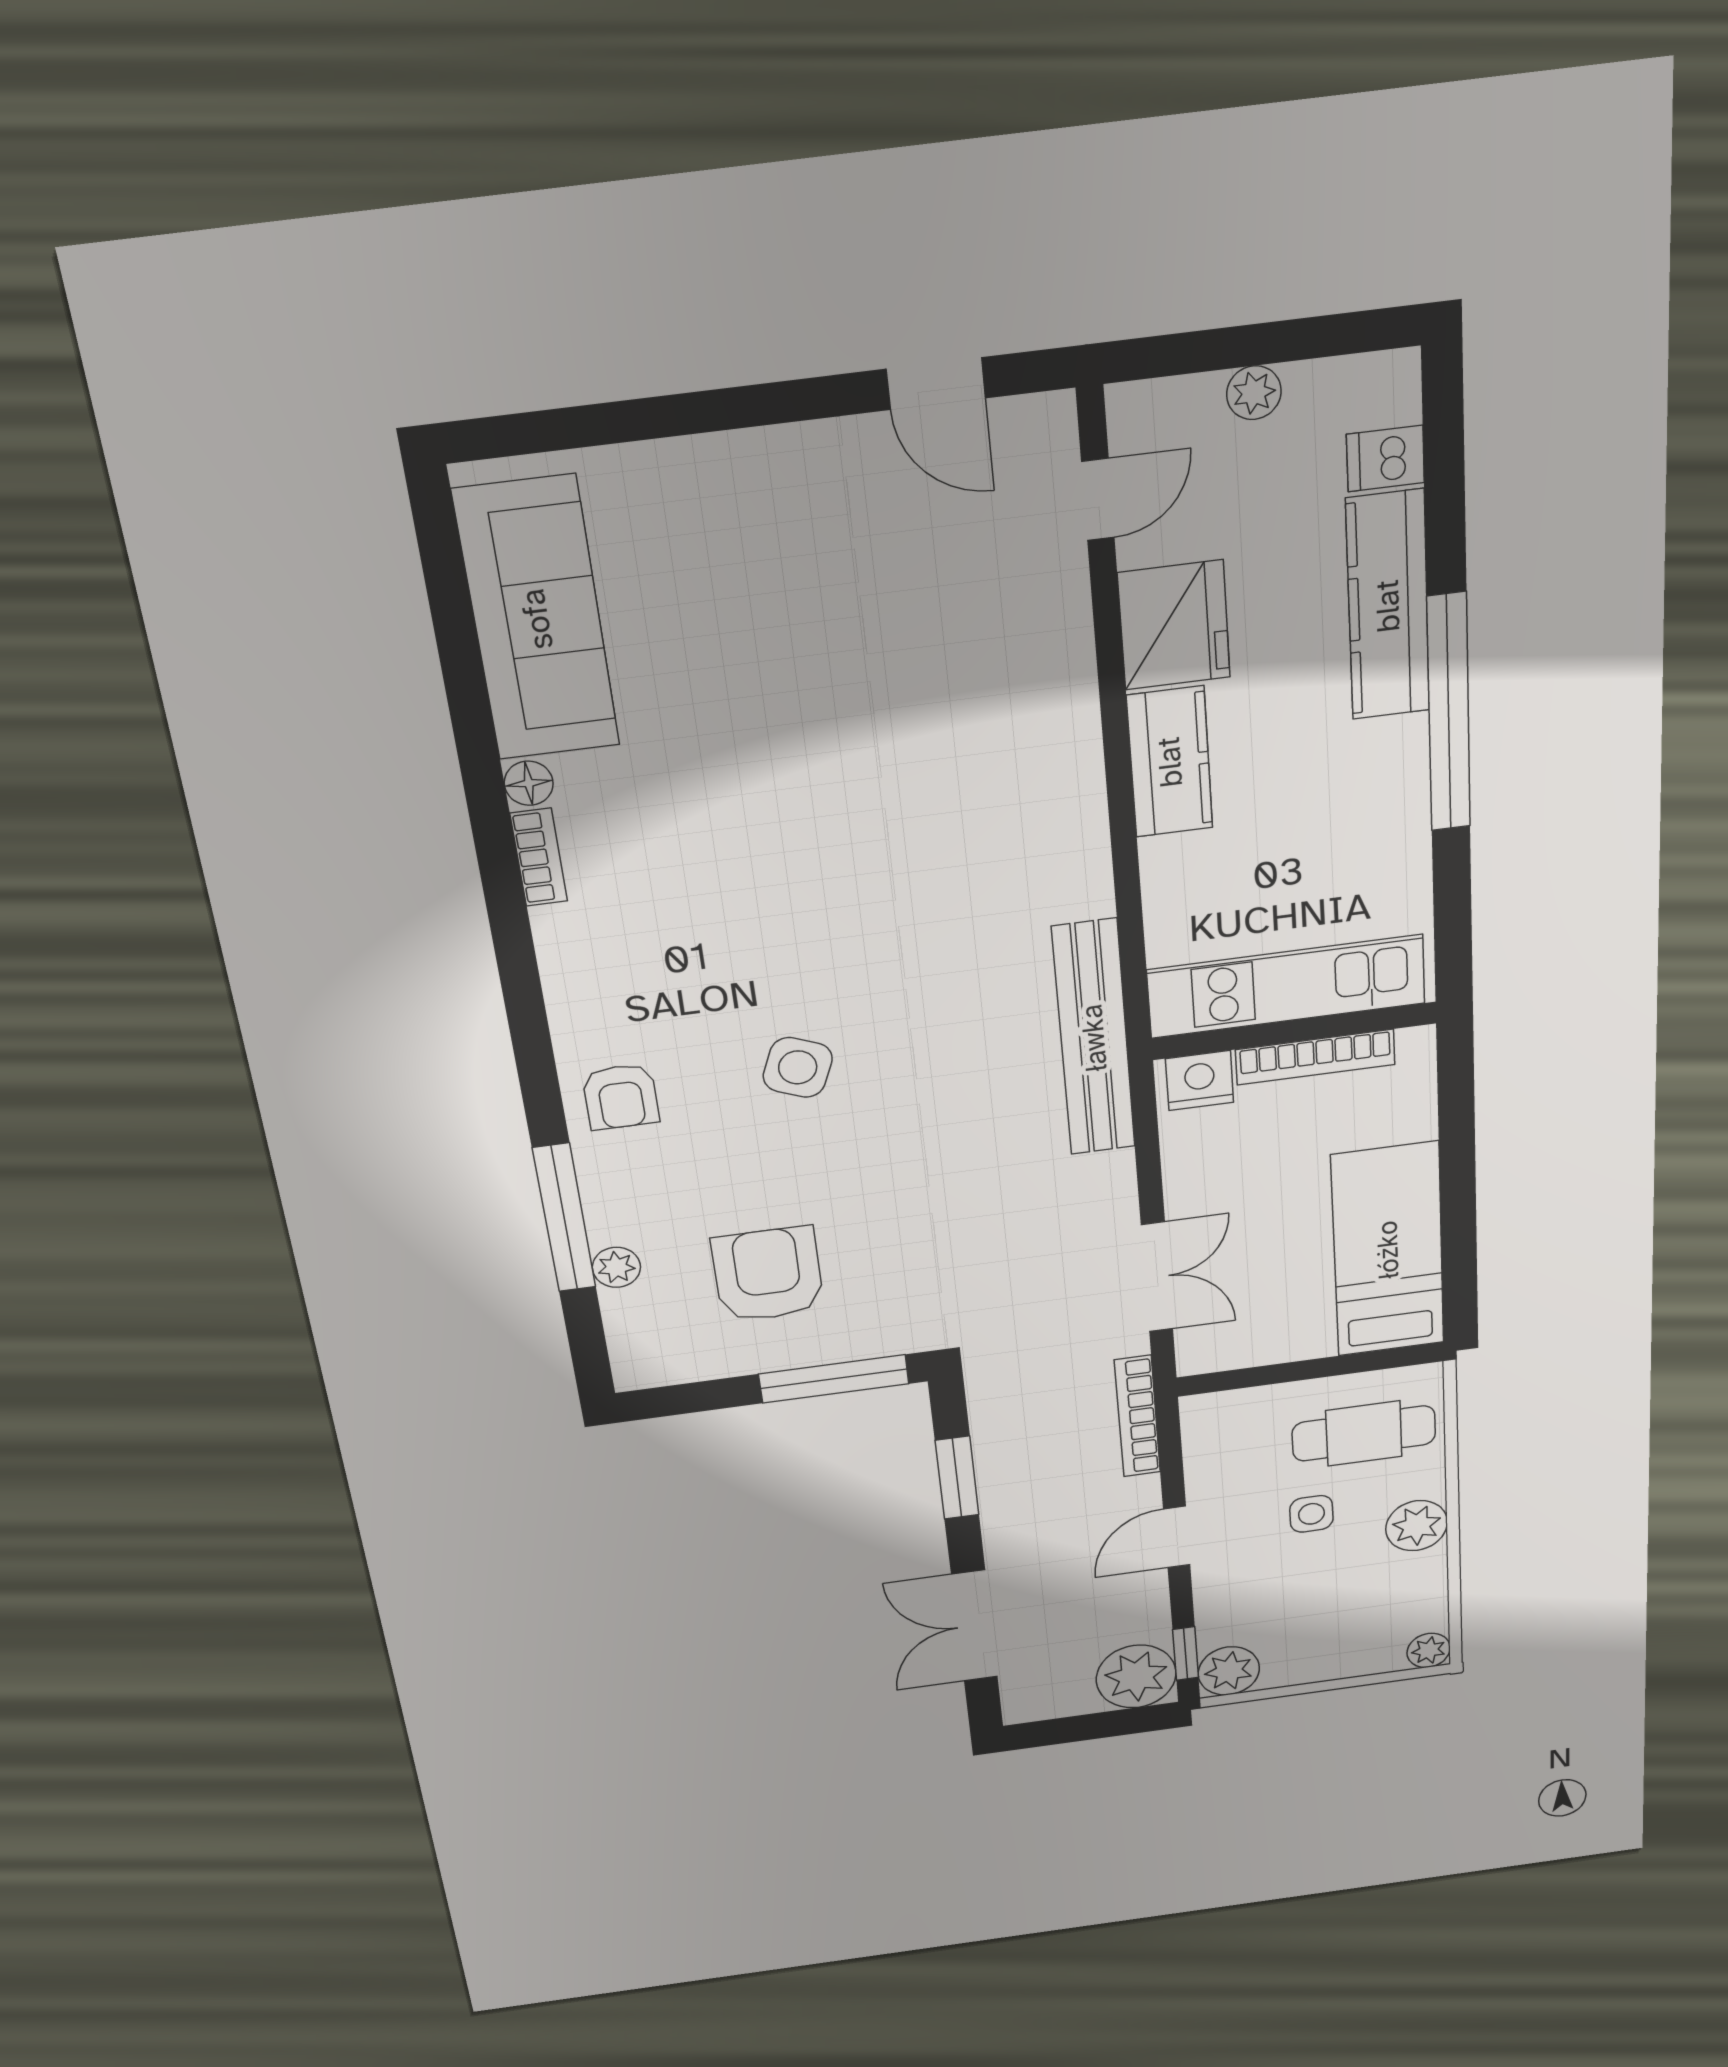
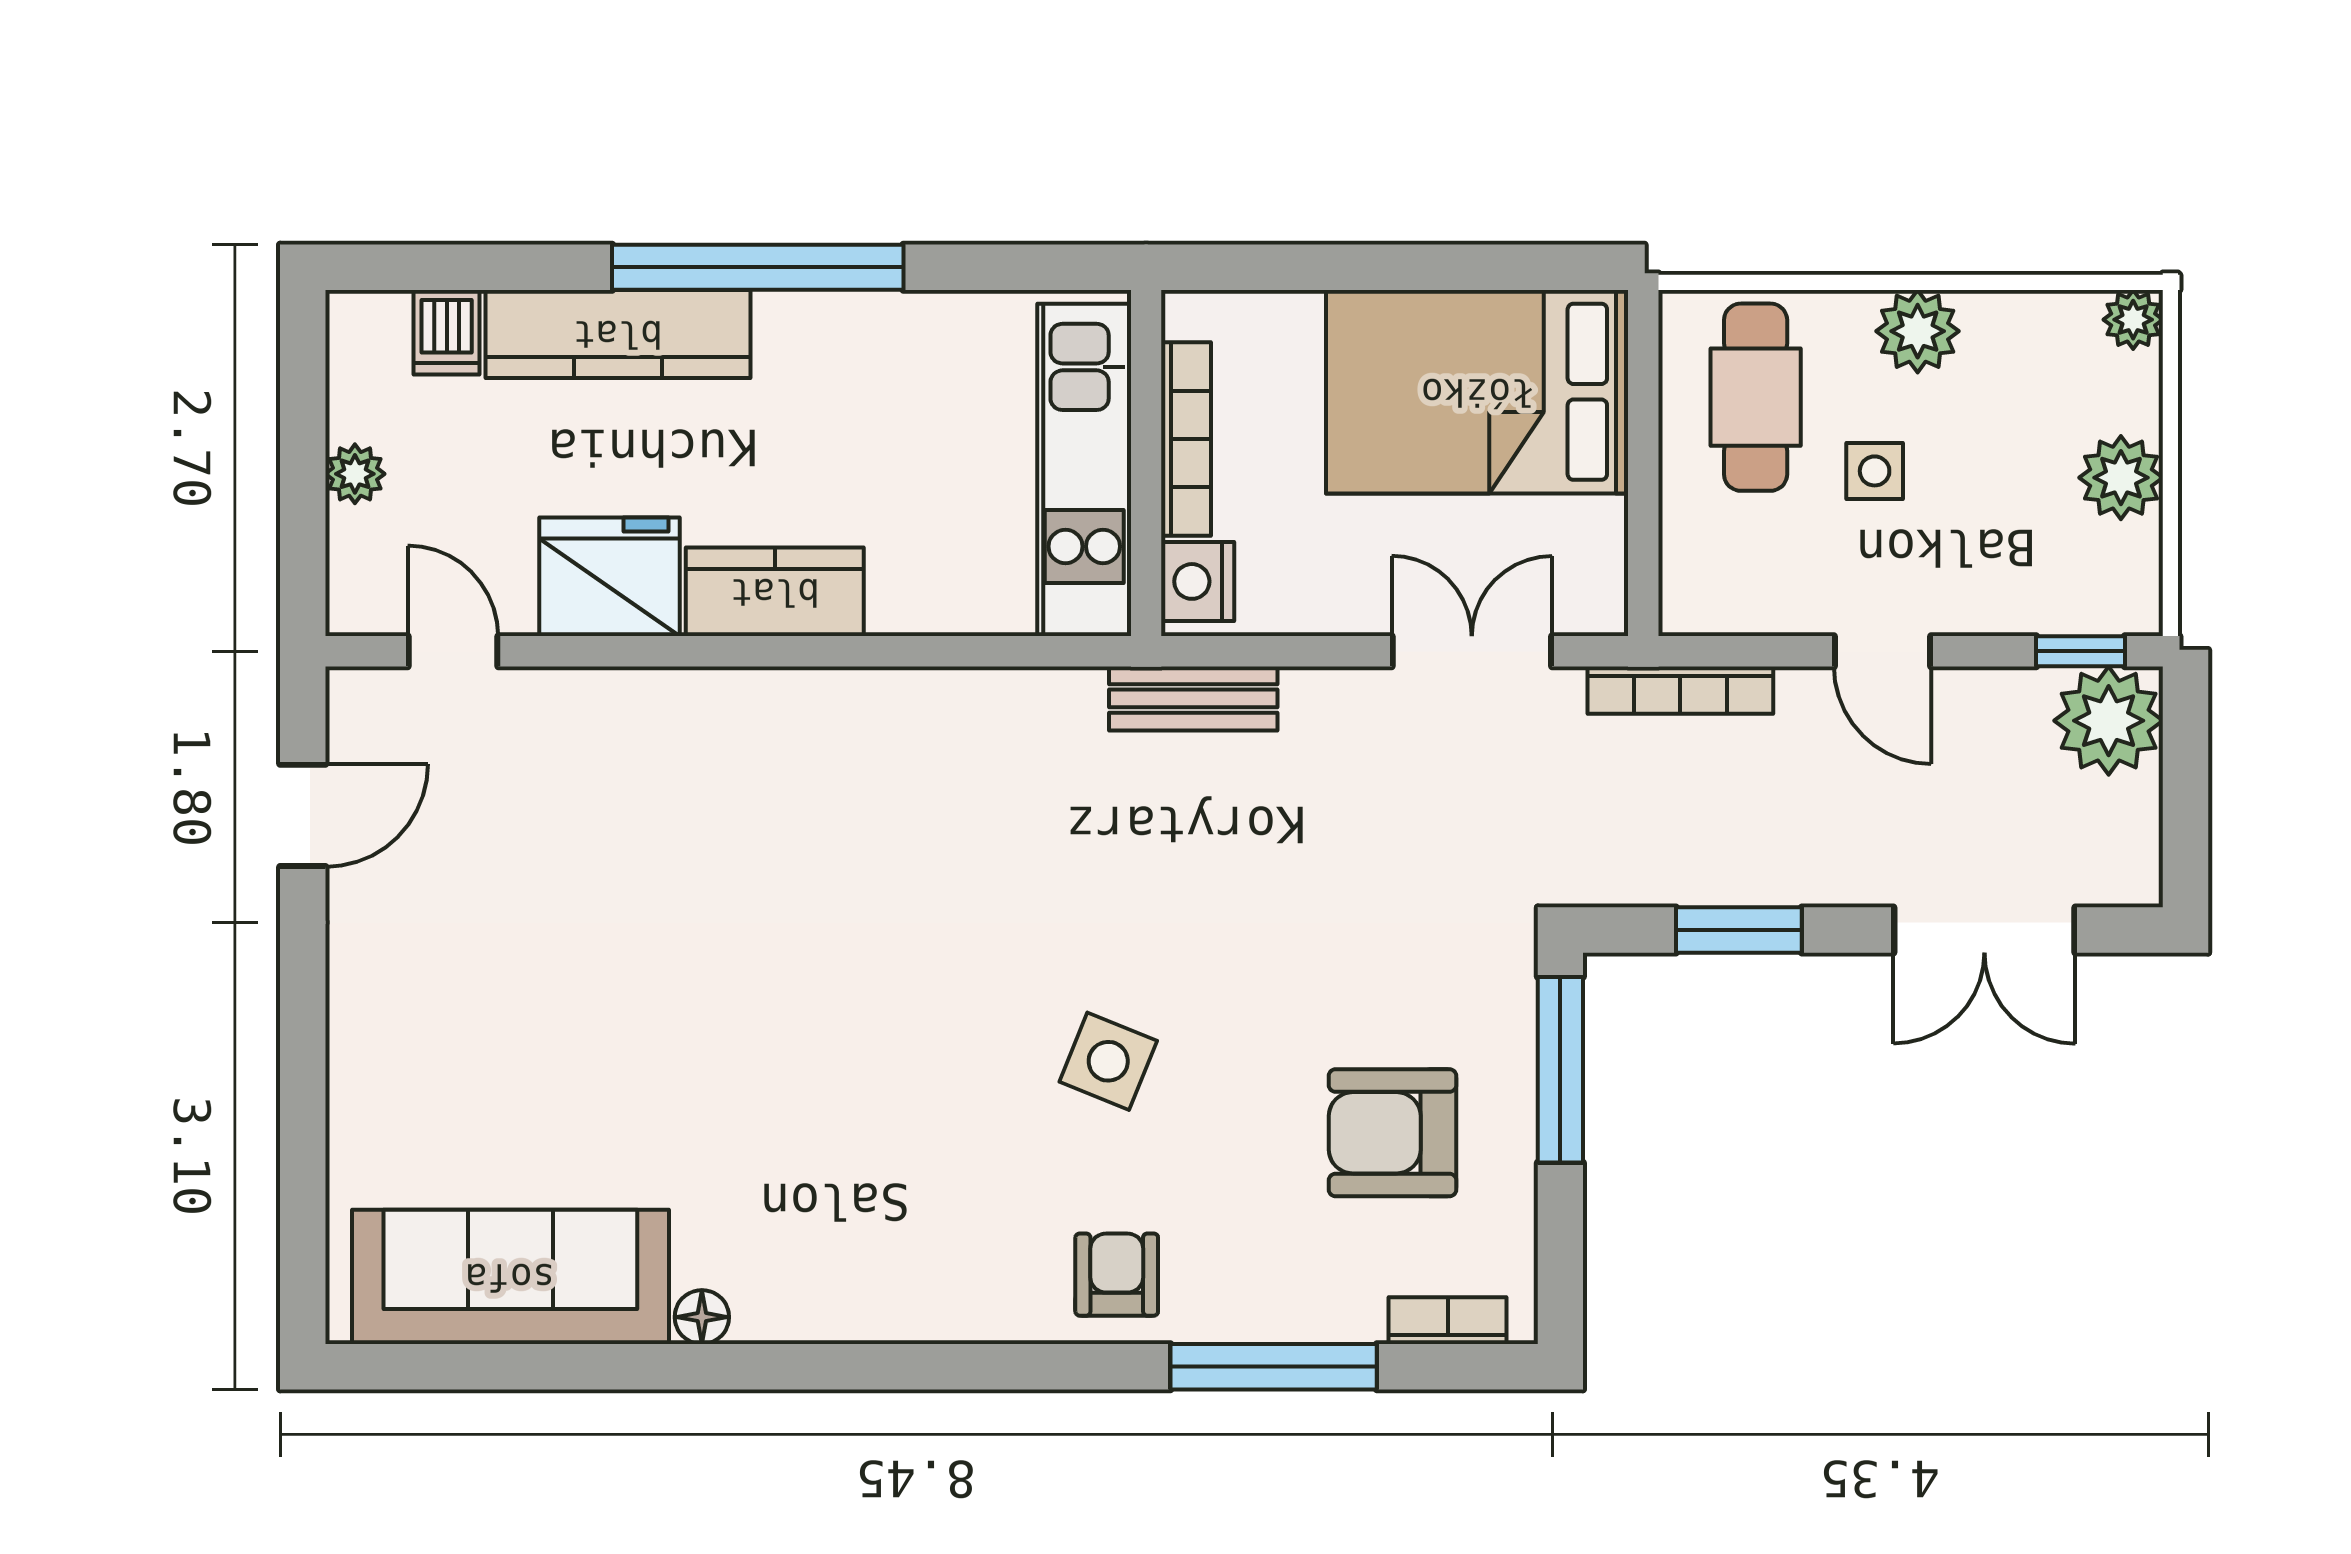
bookcase: (539, 857) -> (1448, 1321), moved
bench: (1094, 1038) -> (1193, 698), width x0.54, depth x0.82
armchair: (621, 1097) -> (1117, 1275), turned -90
bed: (1388, 1250) -> (1477, 392), width x1.50
plant: (616, 1267) -> (1353, 1315), removed
plant: (1229, 1671) -> (2121, 478), moved

